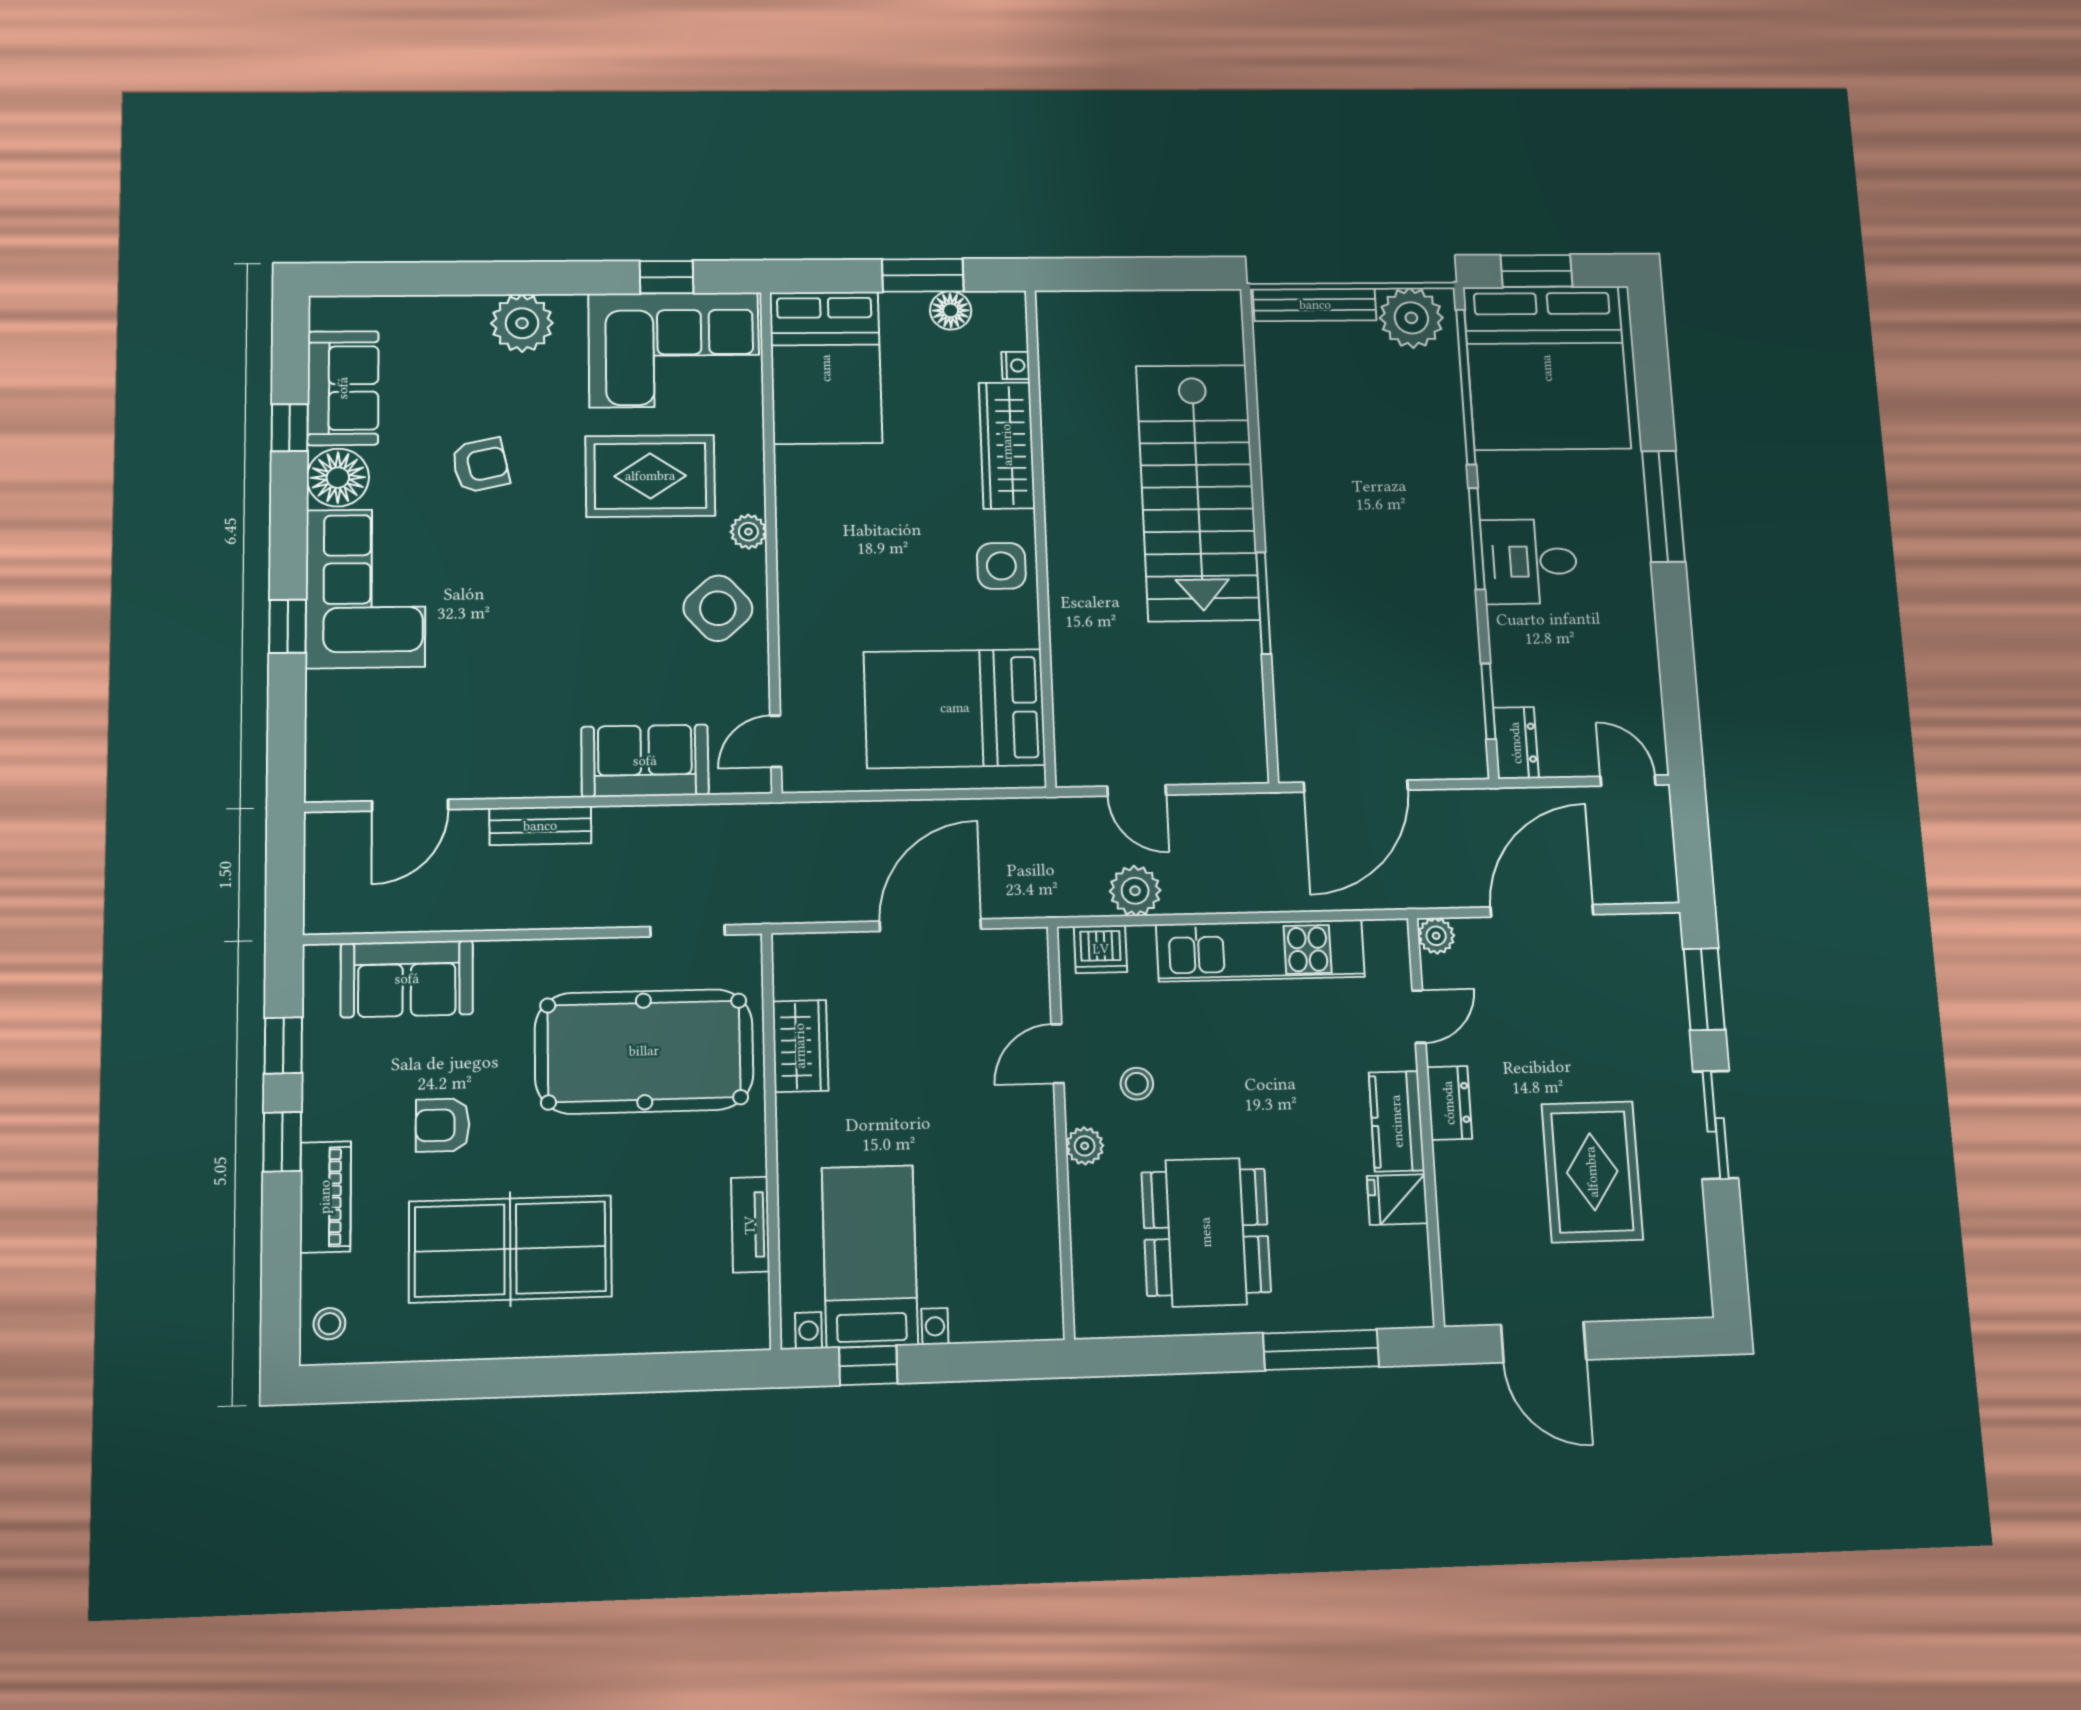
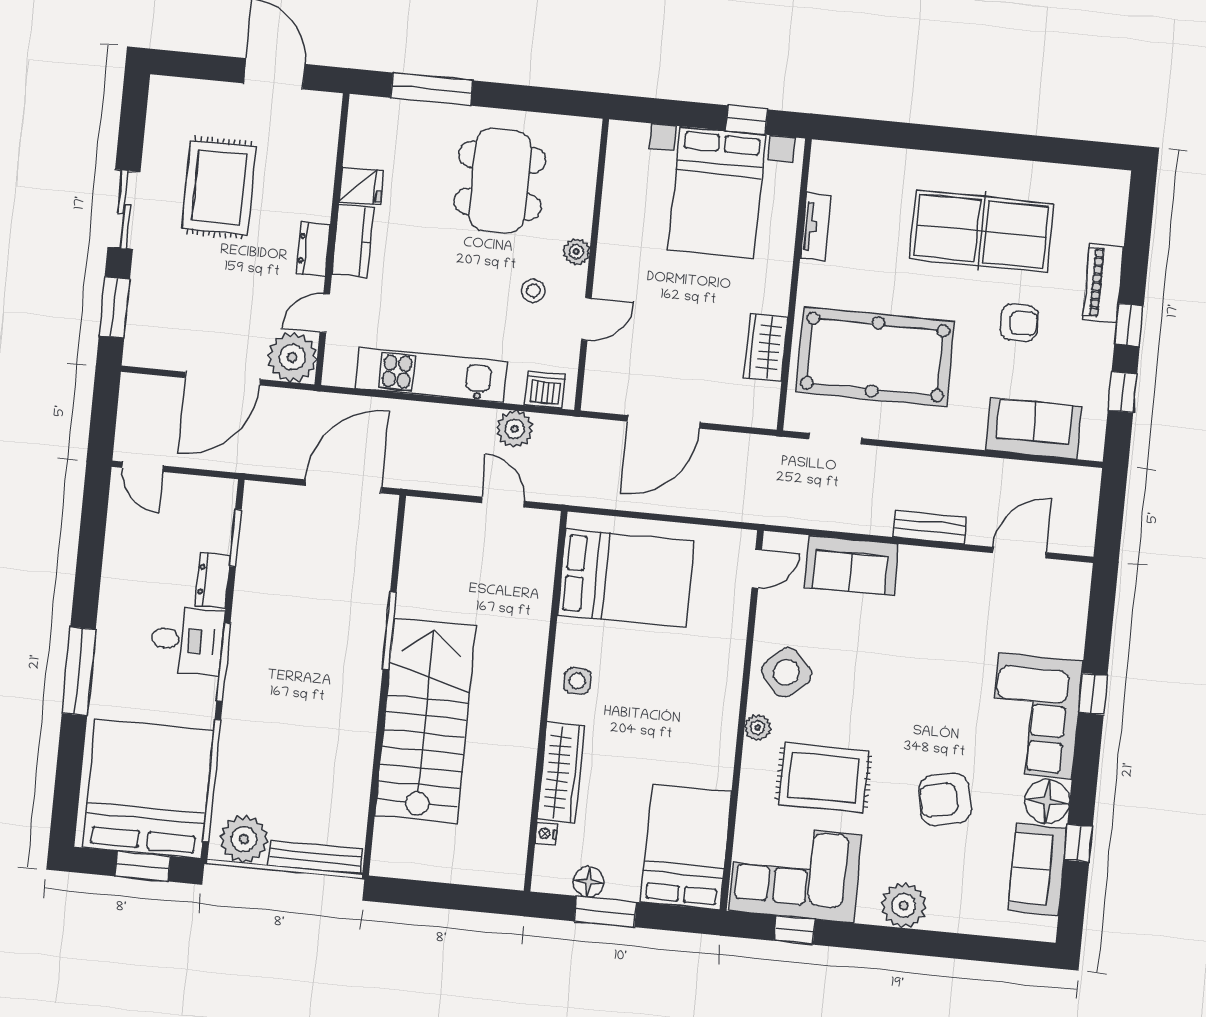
armchair: (480, 465) -> (945, 799), width x1.38, depth x1.38
side table: (1001, 566) -> (577, 681), width x0.73, depth x0.73
dresser: (1516, 743) -> (213, 580), moved
plant: (1436, 936) -> (292, 357), width x1.88, depth x1.88
bed with nightstands: (870, 1256) -> (717, 193), width x1.36
stool: (329, 1324) -> (1108, 196), removed

